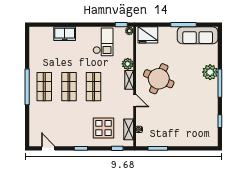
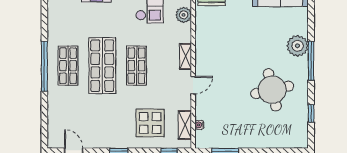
plant: (128, 64) -> (184, 15), moved
round table: (159, 79) -> (272, 90), moved, turned -37
shop shelf: (69, 87) -> (102, 66), width x1.43, depth x1.36
door: (135, 101) -> (193, 85), hinge flipped

